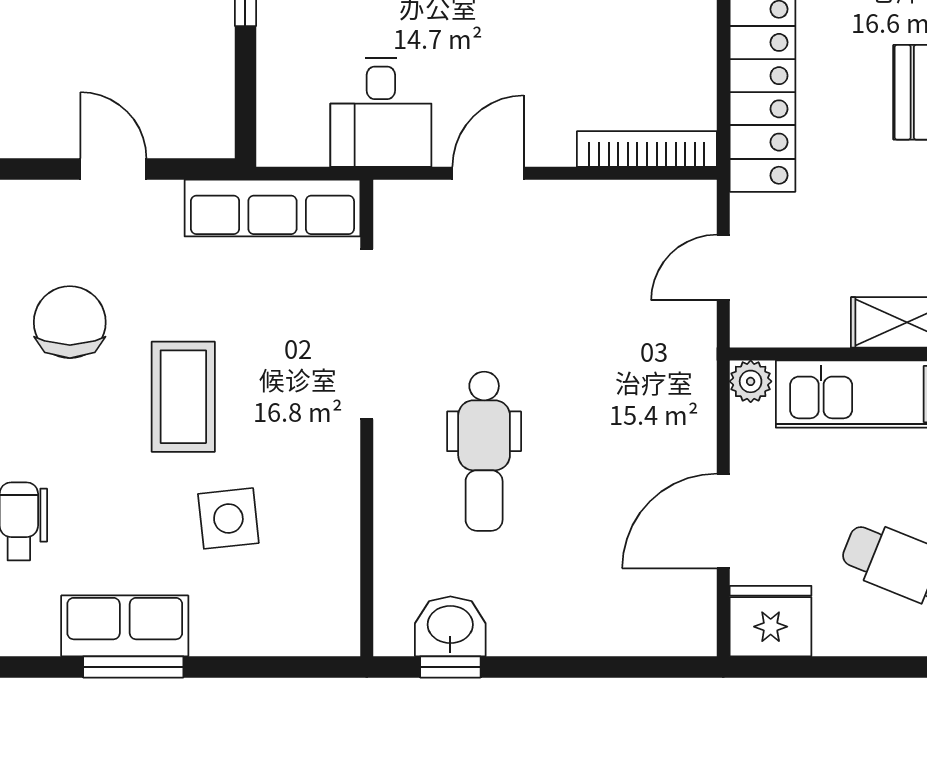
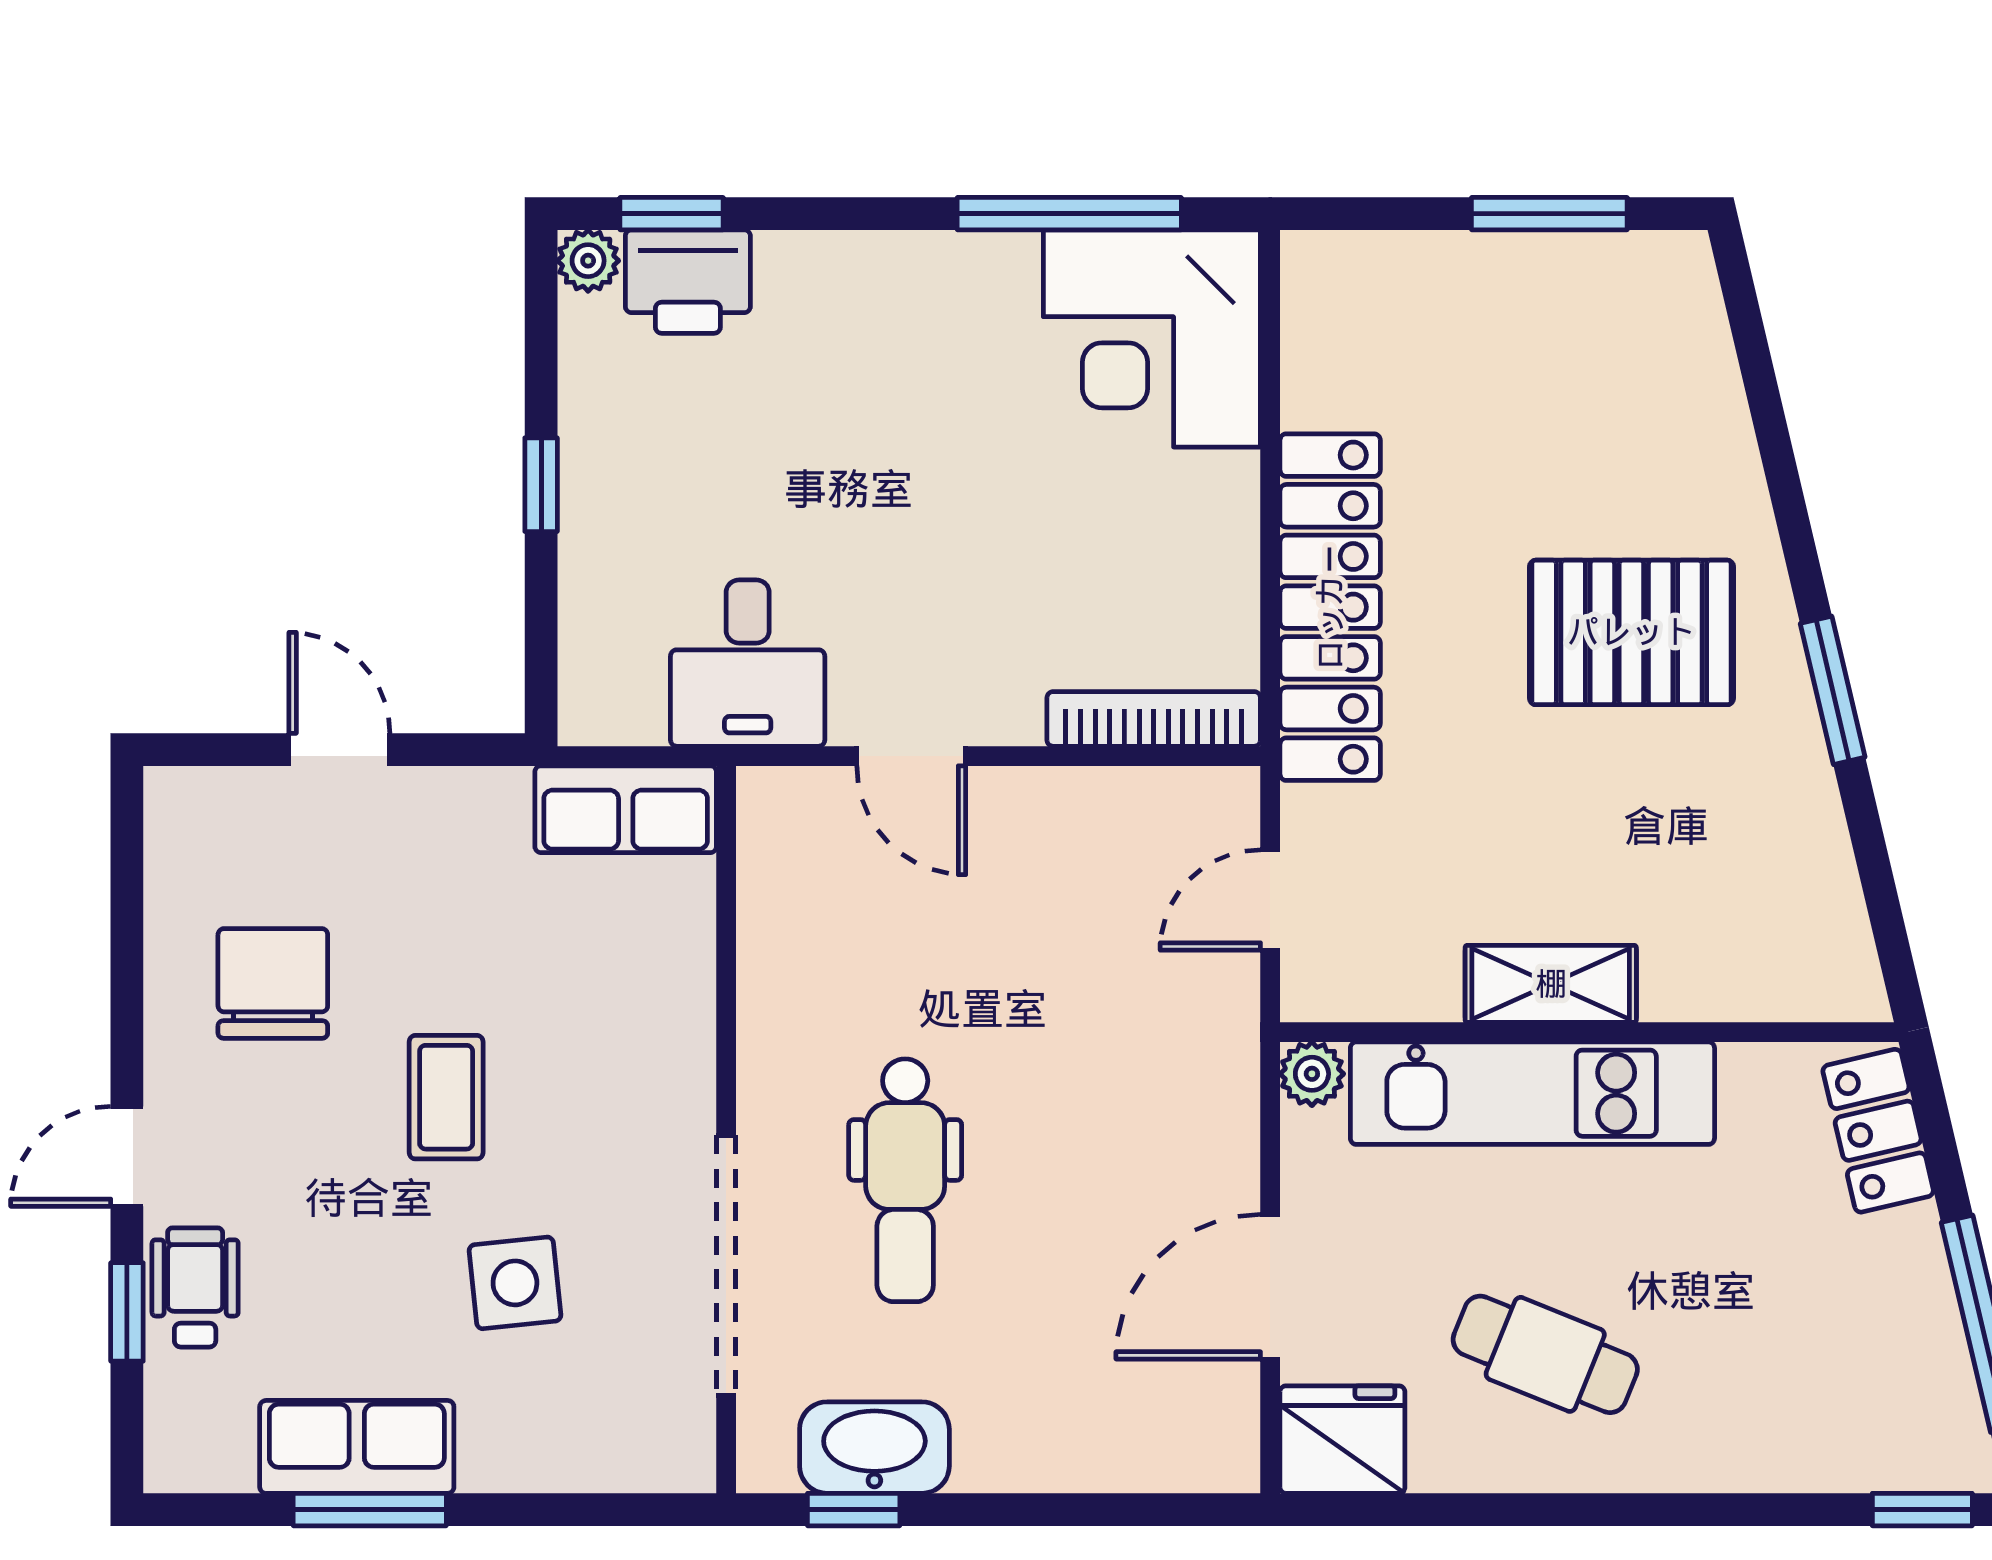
door: (488, 173) -> (911, 756), swing flipped
row of seats: (272, 208) -> (626, 809), width x0.68
doorway: (367, 334) -> (726, 1265), moved
coffee table: (183, 397) -> (446, 1097), width x0.73, depth x0.77
washbasin: (450, 626) -> (874, 1448), width x1.38

